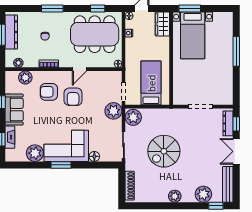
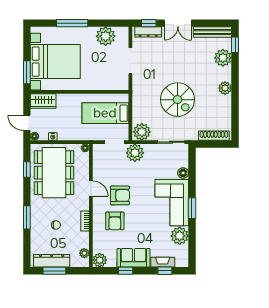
bed with nightstands: (193, 35) -> (55, 62), width x1.36
plant: (25, 77) -> (100, 260), moved
plant: (224, 83) -> (106, 36), added

